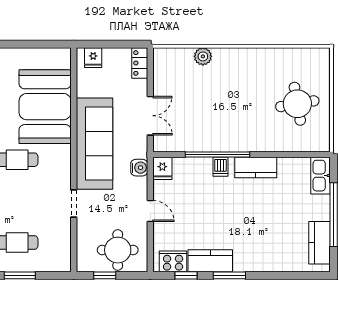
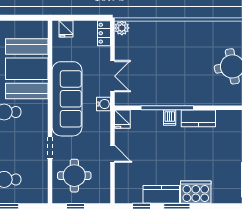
plant: (203, 56) -> (122, 28), moved
water cooler: (139, 168) -> (103, 104), moved
round table: (118, 250) -> (74, 176), moved
cooker: (173, 261) -> (196, 192), moved, width x1.37, depth x1.31

